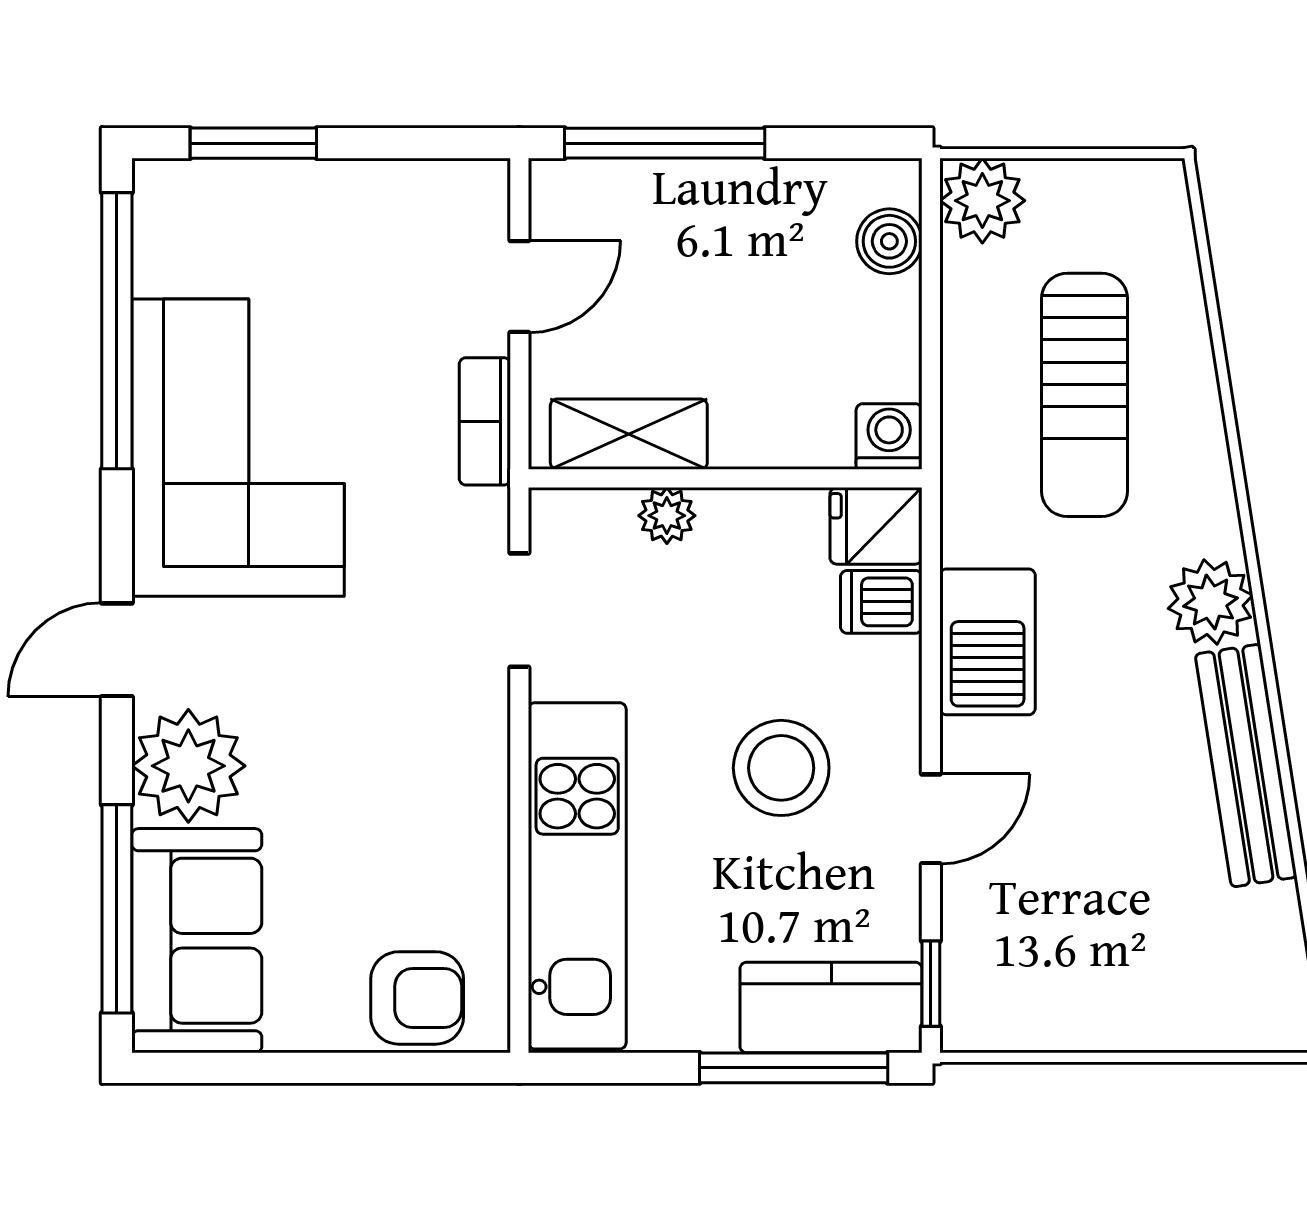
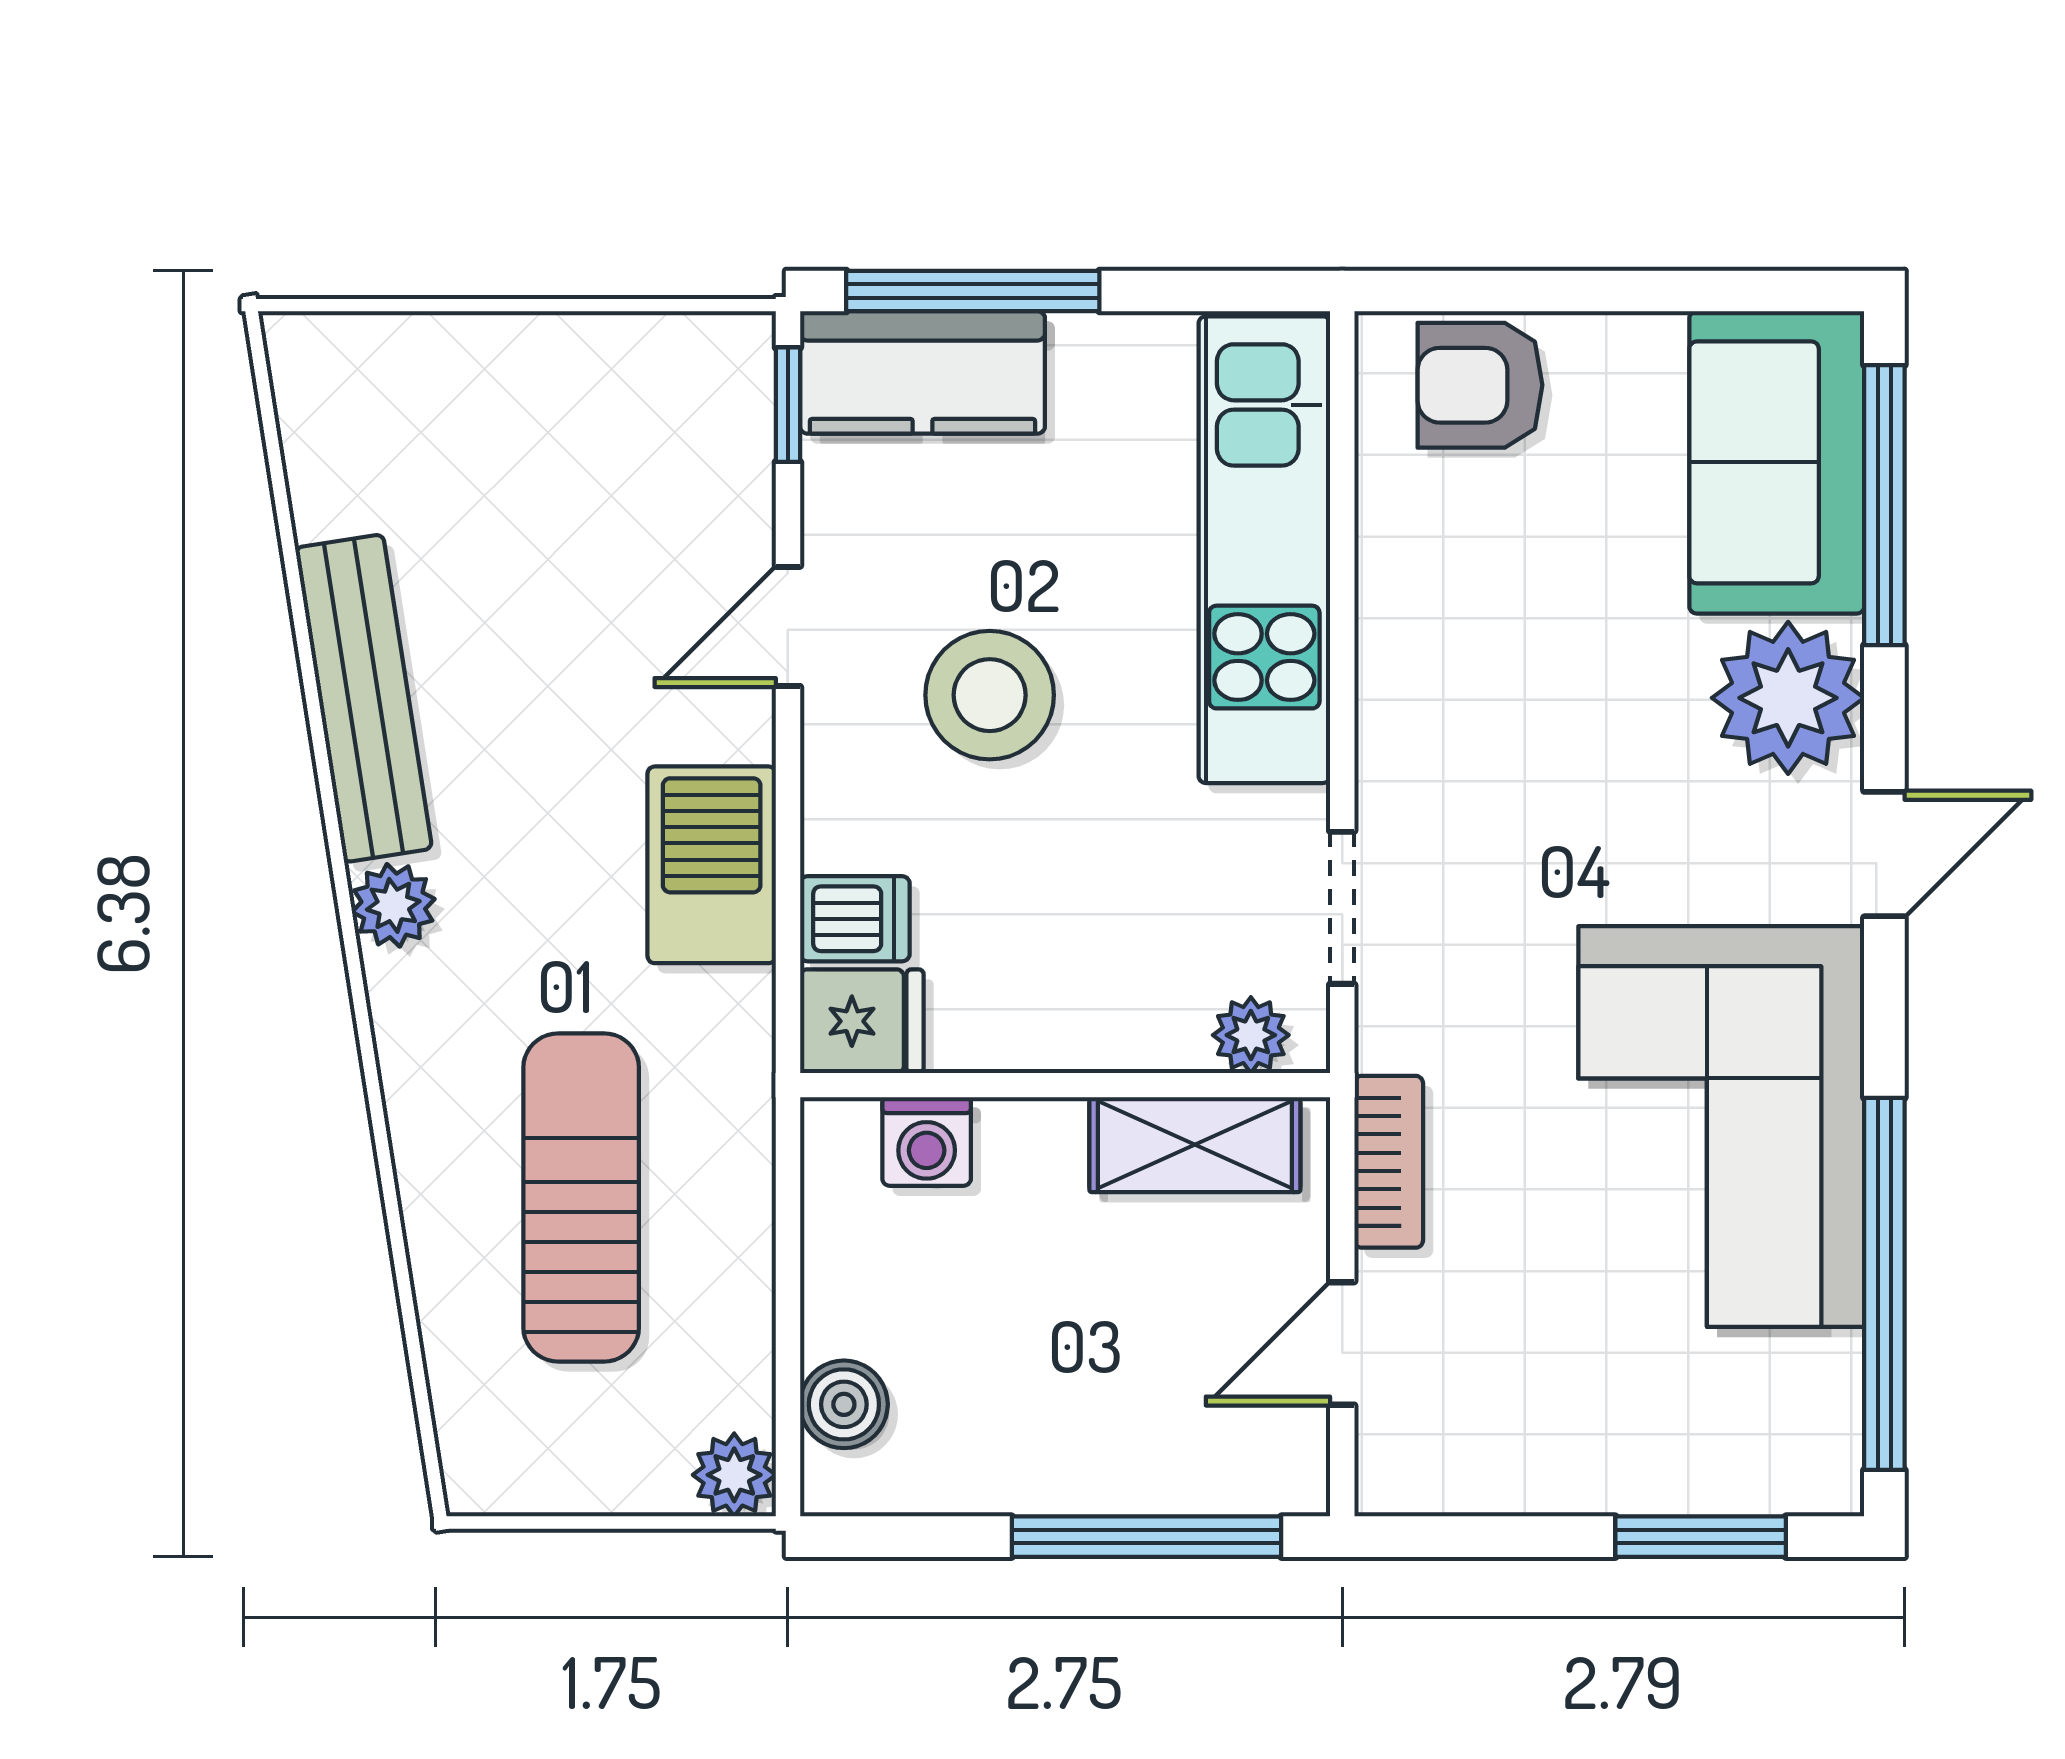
plant: (982, 201) -> (734, 1475), width x0.73, depth x0.73
washing machine: (889, 436) -> (927, 1142), moved
plant: (667, 516) -> (1251, 1035), moved
plant: (1211, 602) -> (393, 905), width x0.73, depth x0.73

